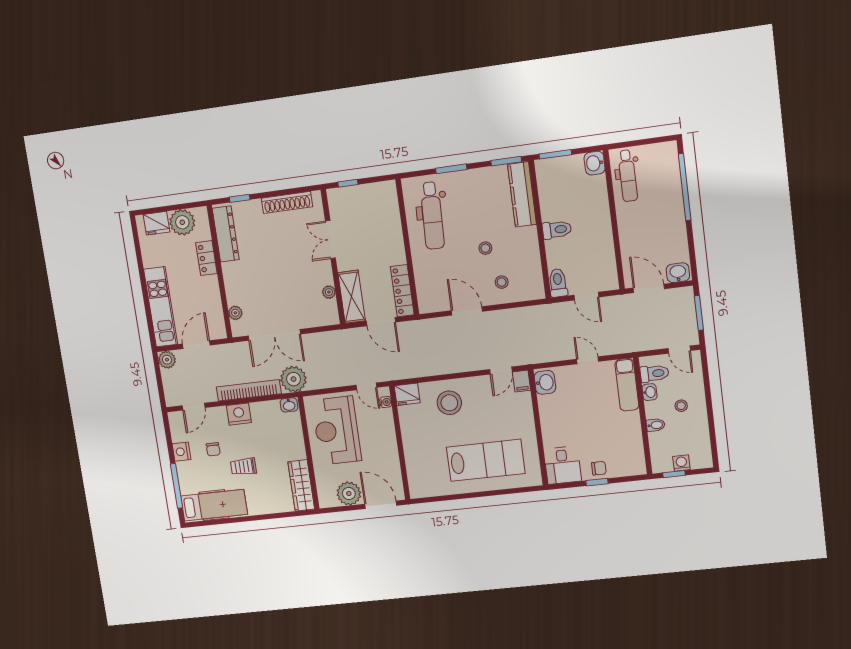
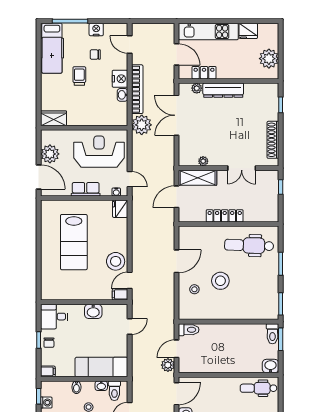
kitchen counter: (522, 194) -> (255, 312), removed
fridge: (156, 223) -> (248, 31), moved, turned -90
toilet: (557, 230) -> (272, 334), moved
dresser: (226, 234) -> (223, 90), moved
double door: (330, 240) -> (242, 168), swing flipped
stool: (485, 248) -> (220, 281), width x1.89, depth x1.89
locker: (206, 258) -> (204, 73), moved
locker: (402, 291) -> (225, 216), moved
plant: (167, 360) -> (168, 365), moved
door: (588, 360) -> (130, 327), moved
door: (501, 371) -> (130, 280), hinge flipped
washbasin: (545, 382) -> (93, 311), moved
exam couch: (627, 385) -> (101, 367), width x1.36, depth x1.45
door: (366, 386) -> (130, 179), swing flipped
stool: (449, 403) -> (116, 261), moved
washbasin: (289, 405) -> (123, 95), moved
row of seats: (388, 442) -> (86, 189), added
lab bench: (486, 460) -> (74, 242), moved
filing cabinet: (638, 465) -> (48, 371), added
wardrobe: (301, 485) -> (54, 118), width x0.67
door: (381, 505) -> (39, 177), hinge flipped

